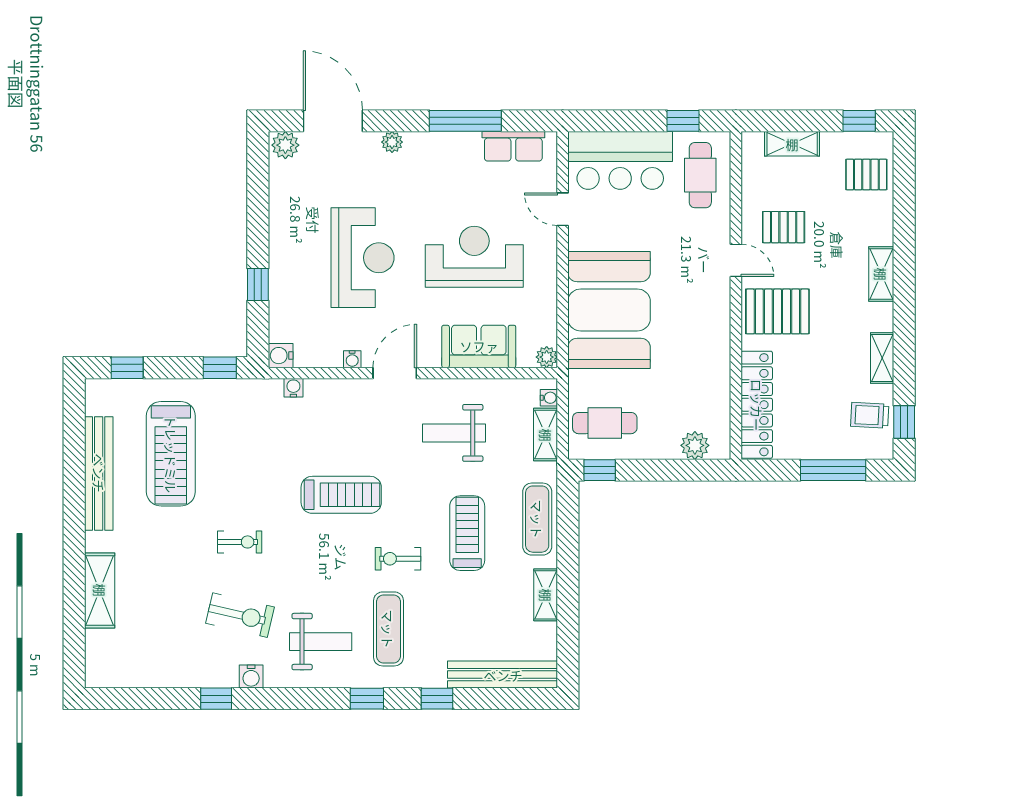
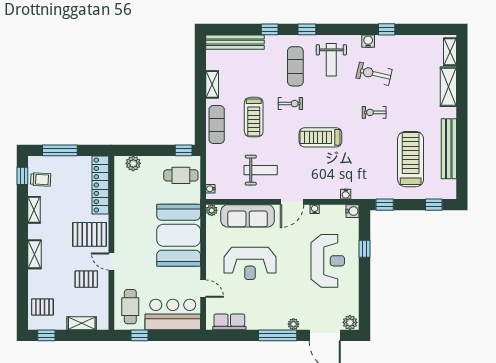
window: (465, 121) -> (278, 335), moved
reception desk: (362, 258) -> (328, 261), moved, turned 180
sofa: (479, 346) -> (248, 216), width x1.36
shelving: (546, 435) -> (450, 52), moved
weight bench: (321, 642) -> (331, 60), turned -90

